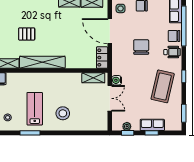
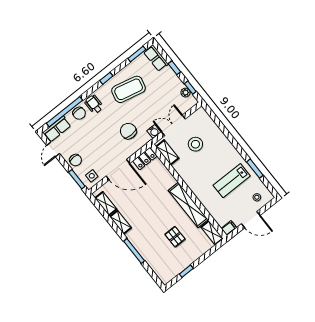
door: (110, 31) -> (118, 170), hinge flipped
chair: (141, 47) -> (128, 131), moved, turned 90
stool: (63, 113) -> (195, 144), moved
row of seats: (152, 125) -> (156, 58), moved

